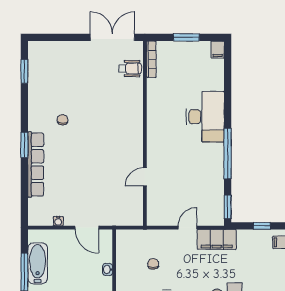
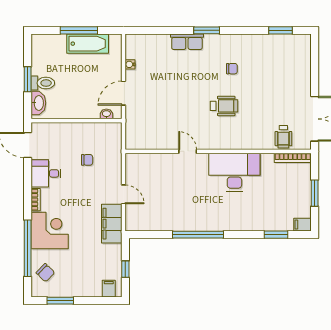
desk: (205, 117) -> (234, 172), moved, turned 180
wheelchair: (100, 128) -> (224, 106), added
row of seats: (36, 164) -> (187, 42), width x0.50
door: (145, 177) -> (188, 151), moved
window: (228, 207) -> (276, 235), moved
washbasin: (108, 269) -> (106, 114), moved

